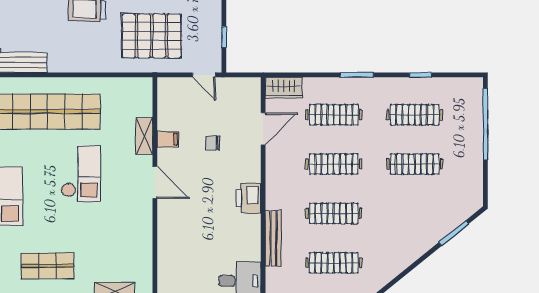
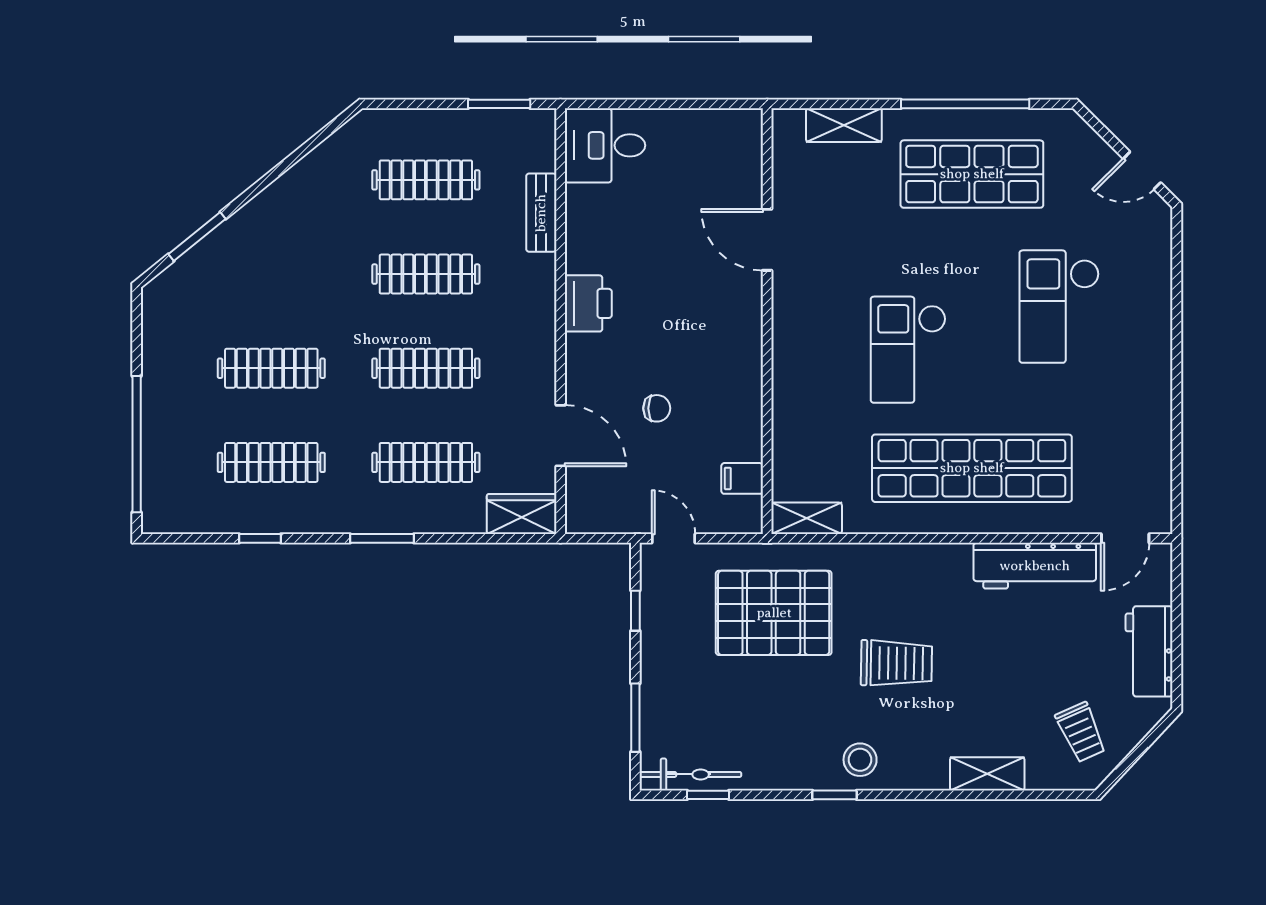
door: (263, 129) -> (561, 436), swing flipped
shelving: (144, 136) -> (807, 518), moved, turned 90
filing cabinet: (168, 139) -> (742, 478), moved
door: (155, 182) -> (767, 240), moved
bench: (273, 238) -> (541, 213), width x0.73
shop shelf: (48, 266) -> (972, 174), width x1.43, depth x1.36

